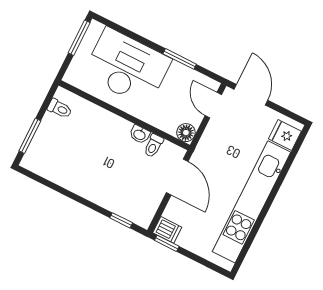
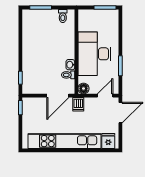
desk: (127, 67) -> (95, 54), moved, turned 180
dishwasher: (167, 230) -> (78, 104), moved

